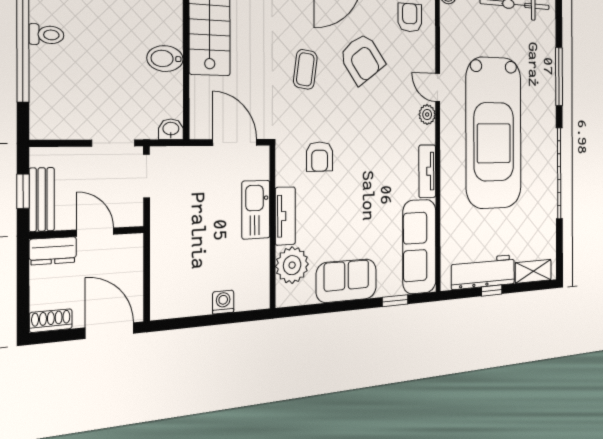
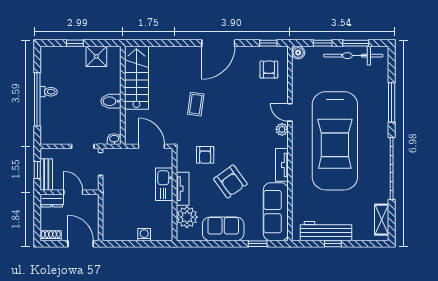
armchair: (362, 59) -> (230, 181), moved
shelving: (533, 271) -> (382, 220), moved, turned 90

